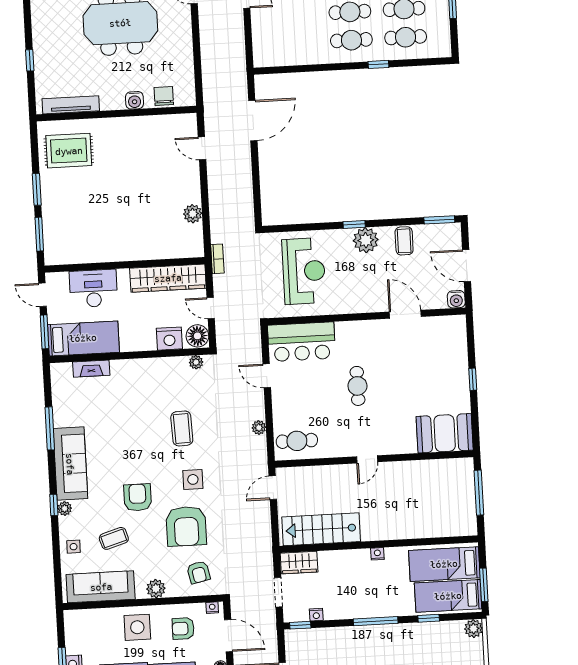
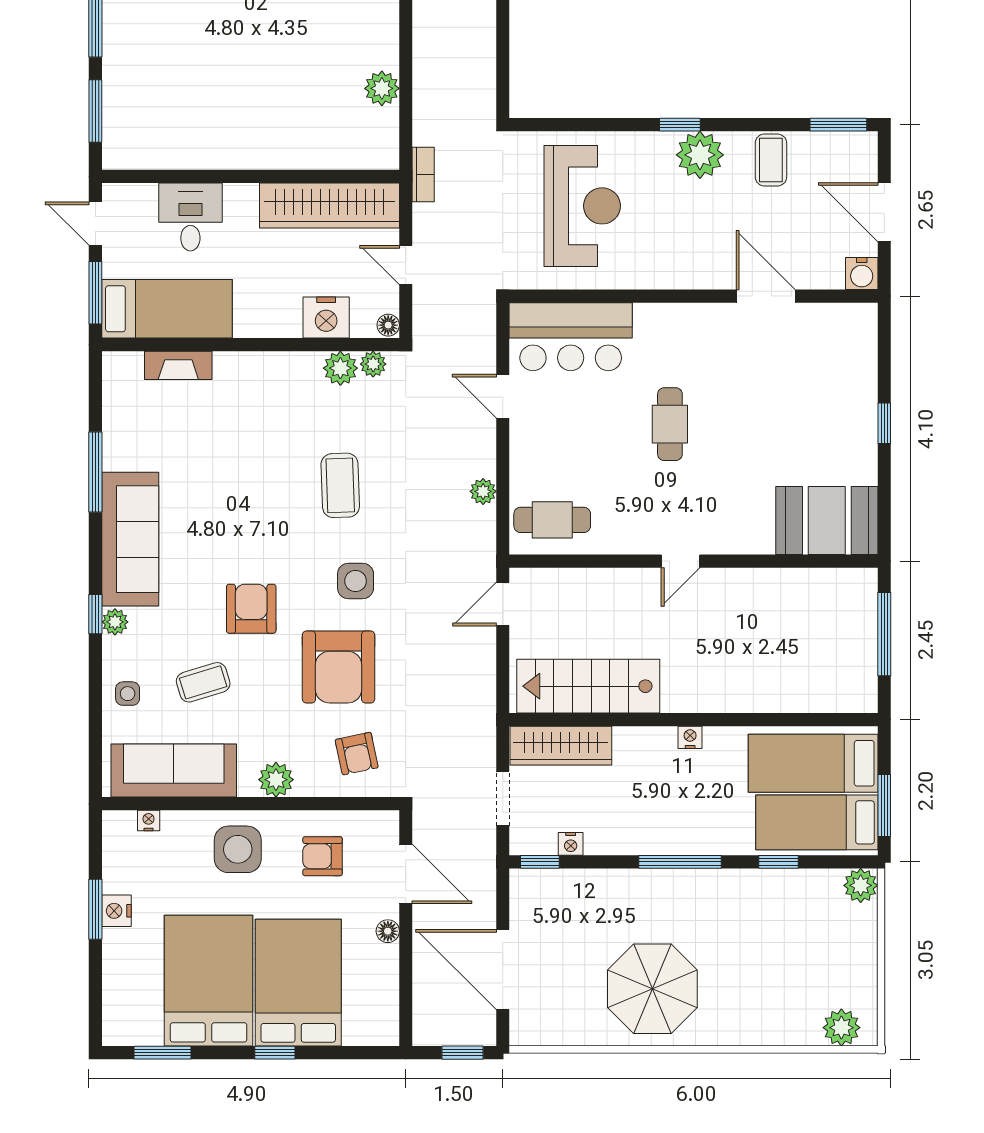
desk: (93, 288) -> (190, 217), width x0.73
floor lamp: (197, 336) -> (388, 325), width x0.53, depth x0.53
plant: (179, 365) -> (340, 368), added
wardrobe: (299, 563) -> (561, 746), width x1.50
nightstand: (212, 608) -> (149, 821), moved

